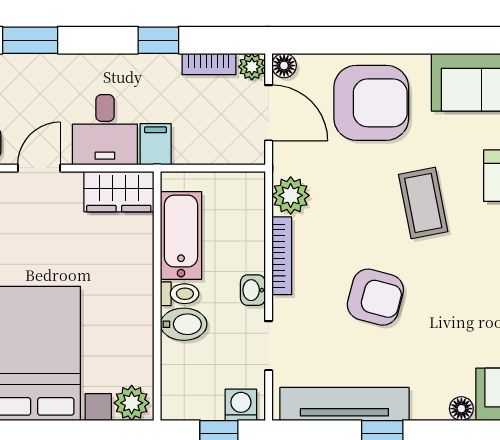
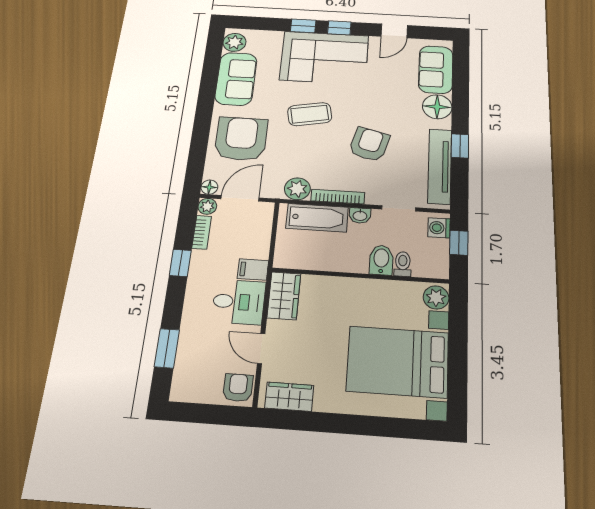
bathtub: (181, 235) -> (317, 218), moved, turned 180
toilet: (180, 294) -> (403, 264), moved
floor lamp: (461, 409) -> (437, 107), width x1.89, depth x1.89

